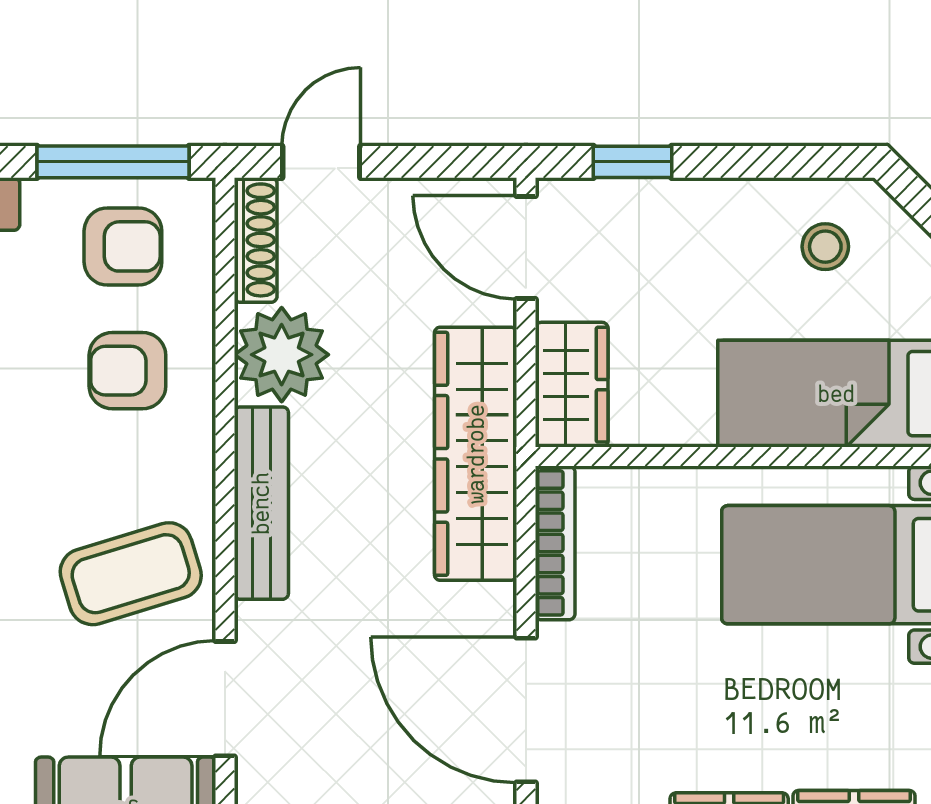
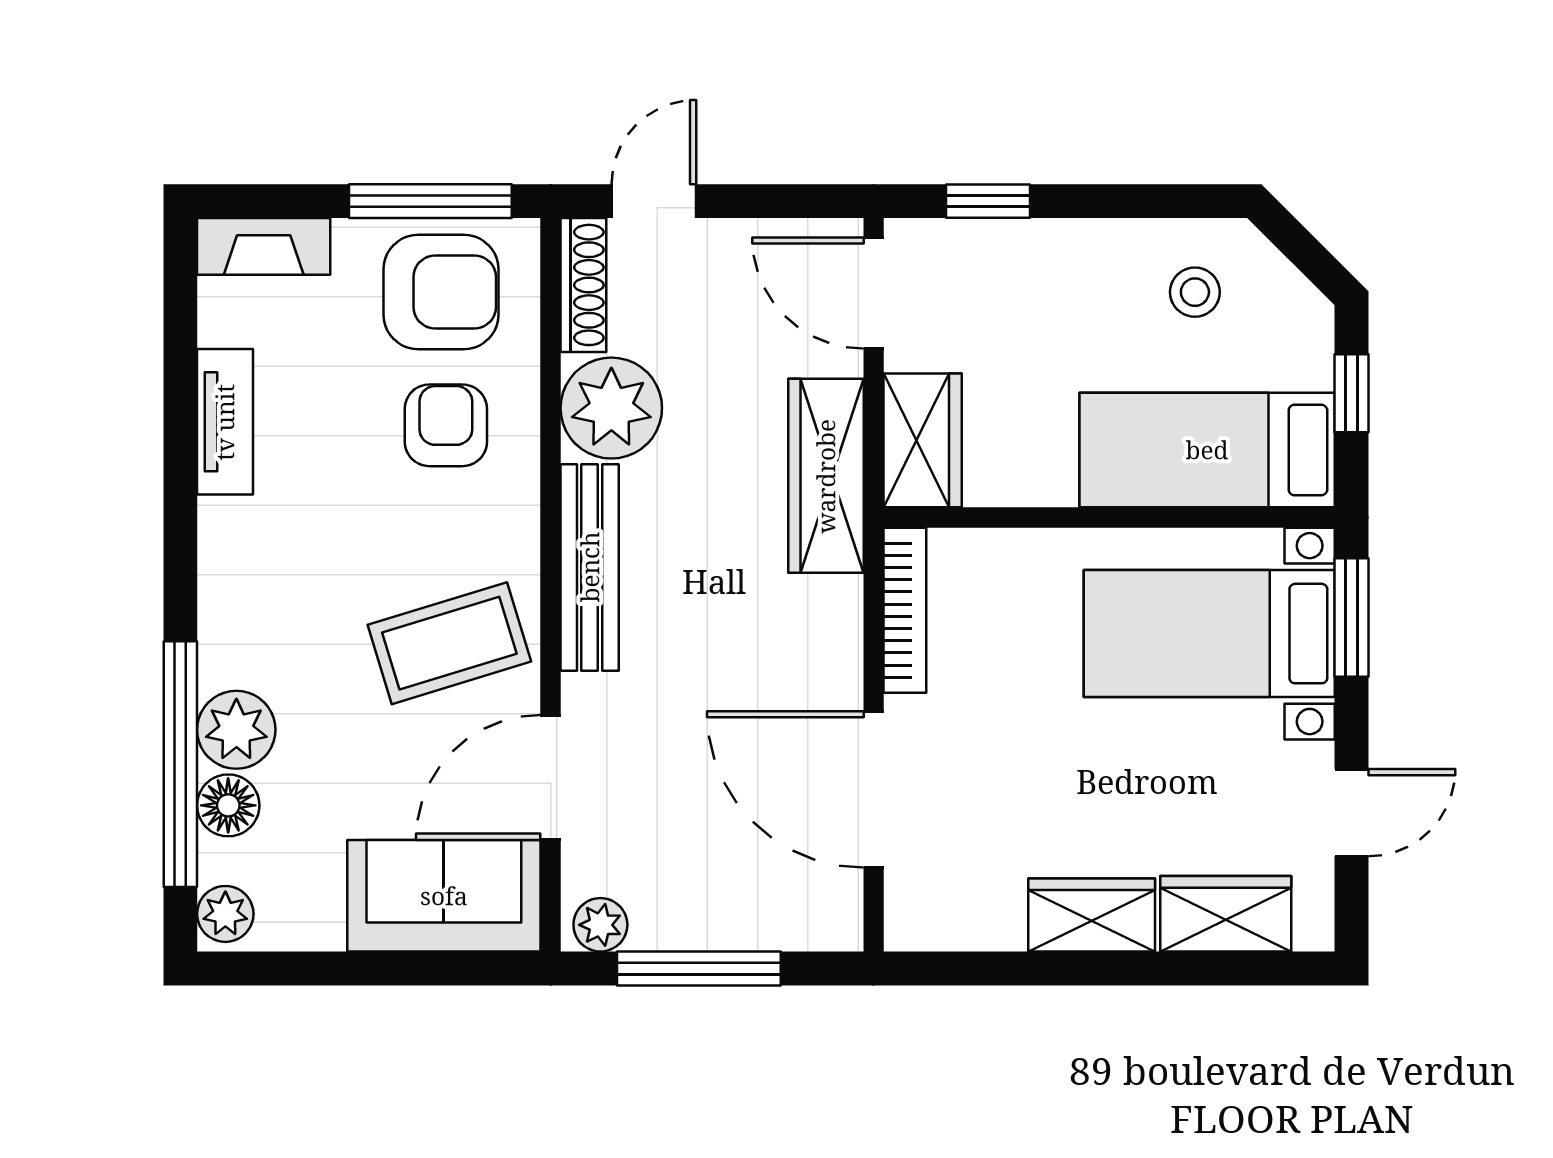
armchair: (123, 246) -> (441, 292), width x1.38, depth x1.38
armchair: (127, 371) -> (446, 425), turned 90
wardrobe: (476, 454) -> (826, 476), width x0.71, depth x0.85

